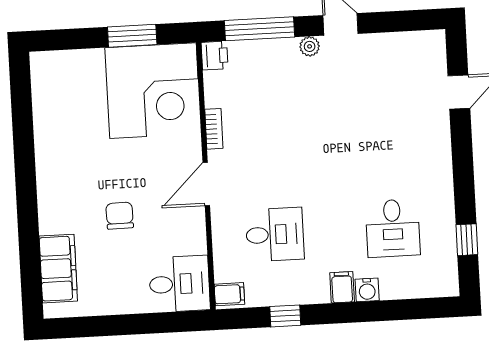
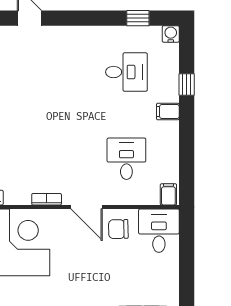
chair: (120, 216) -> (118, 229), moved
water cooler: (367, 290) -> (171, 34), moved, turned -90
window: (285, 316) -> (187, 84), moved

